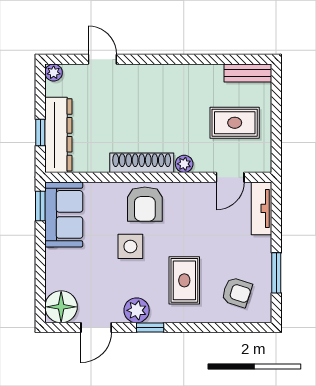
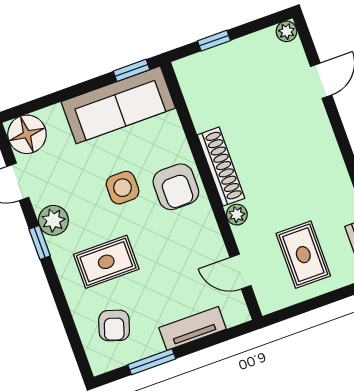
dresser: (58, 135) -> (219, 62), removed
armchair: (145, 204) -> (176, 187), turned -90
tv unit: (261, 208) -> (193, 328), moved
sofa: (64, 214) -> (118, 105), width x1.36

